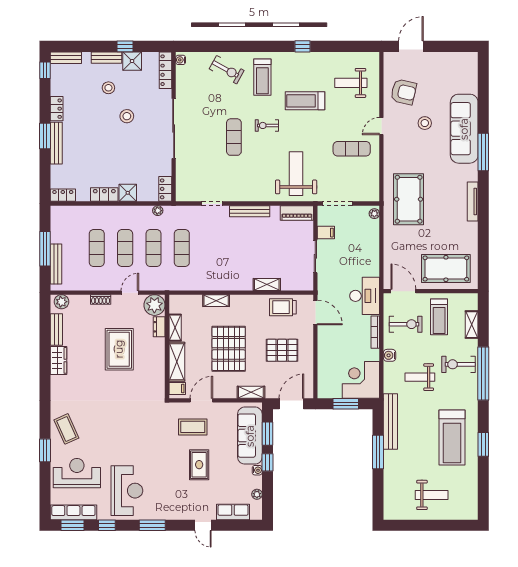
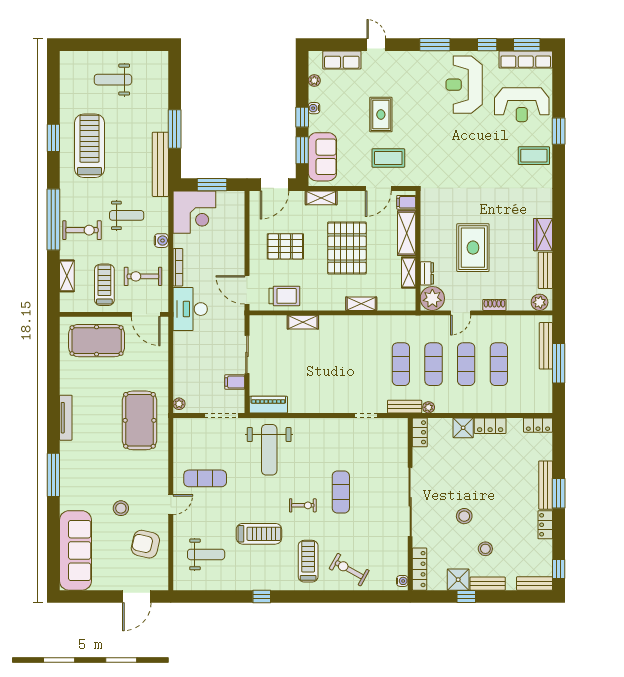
sofa: (464, 129) -> (75, 550), moved
bench: (250, 211) -> (405, 407), moved, width x0.73
coffee table: (66, 429) -> (534, 156), turned -66
sofa: (250, 436) -> (322, 157), width x0.73

